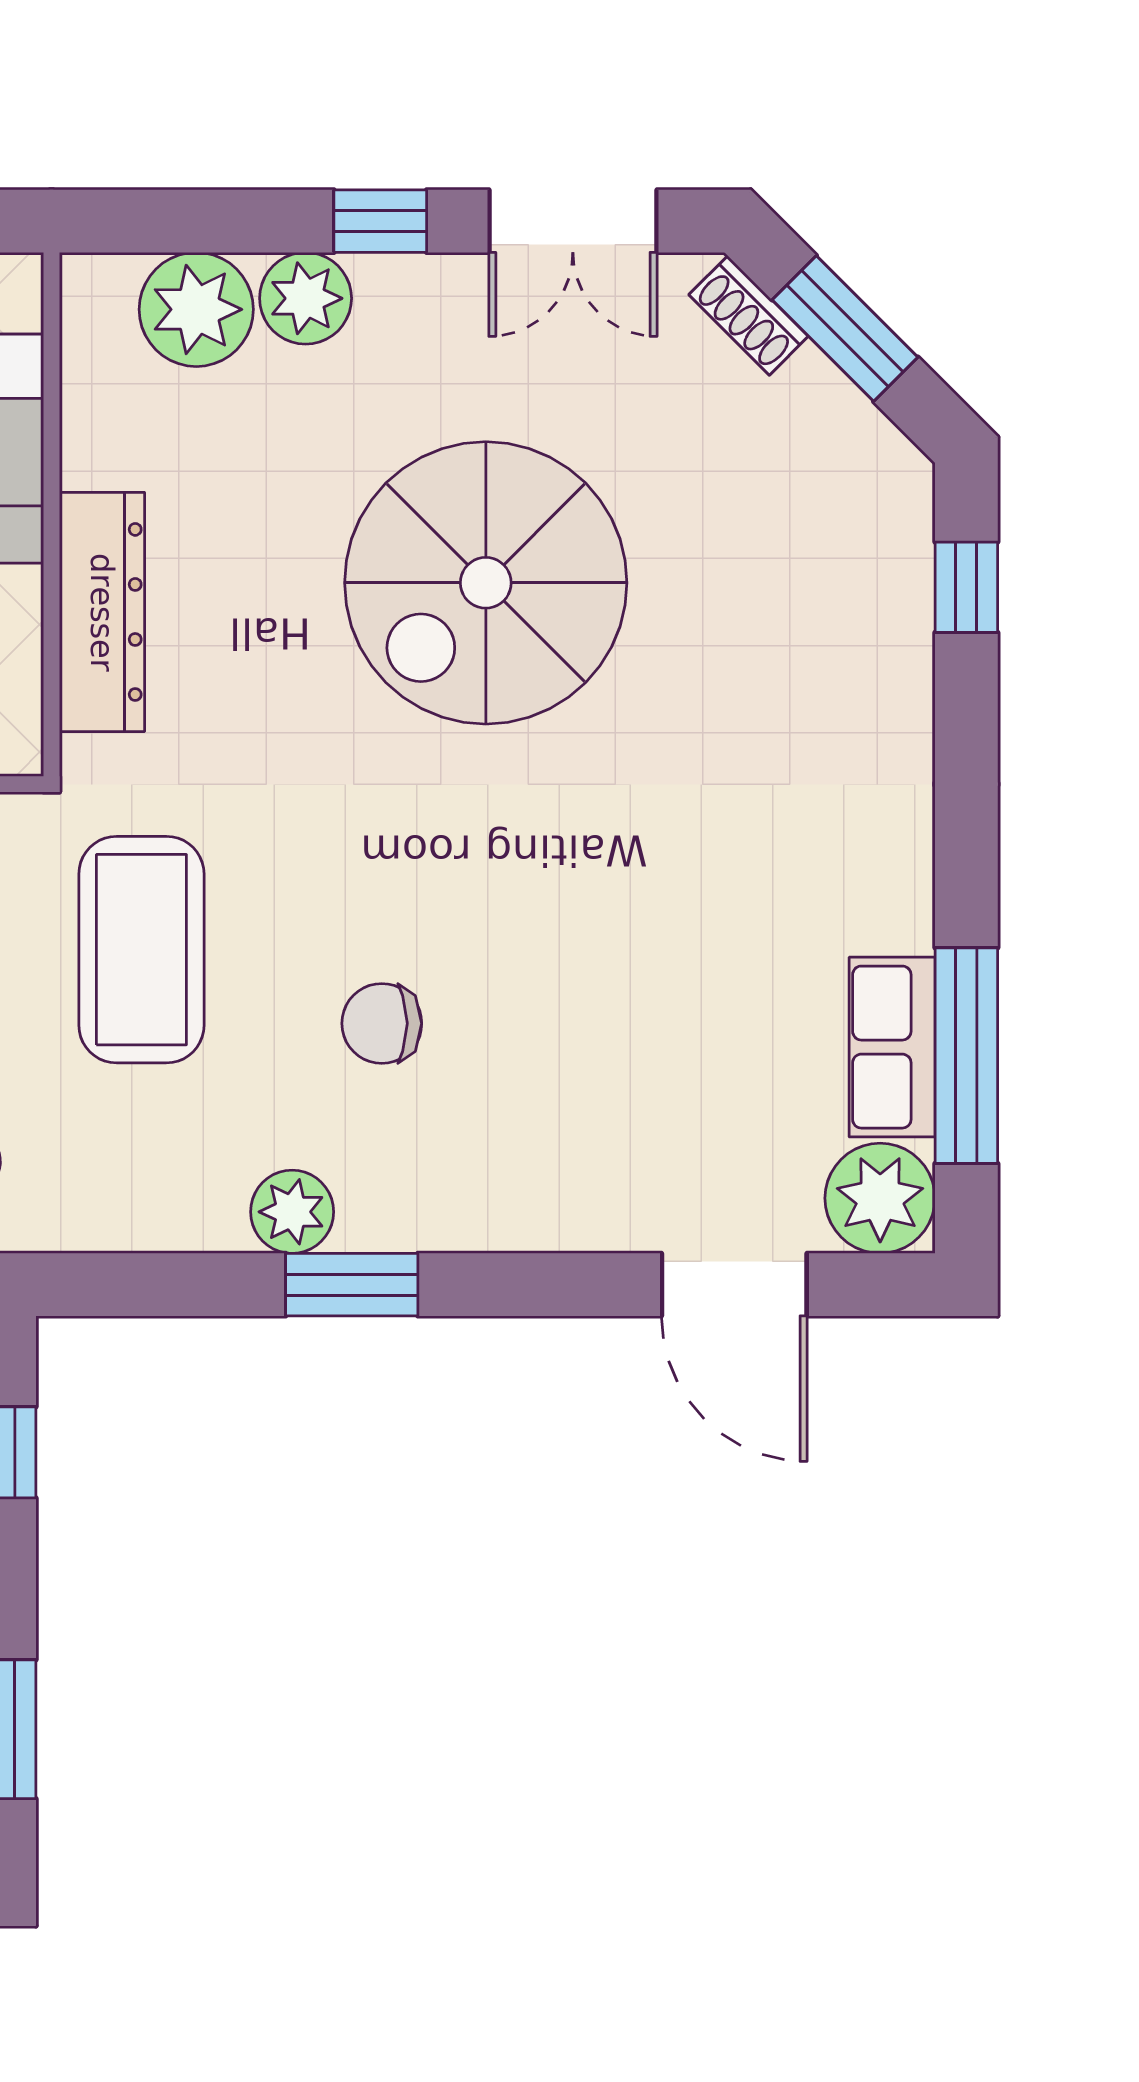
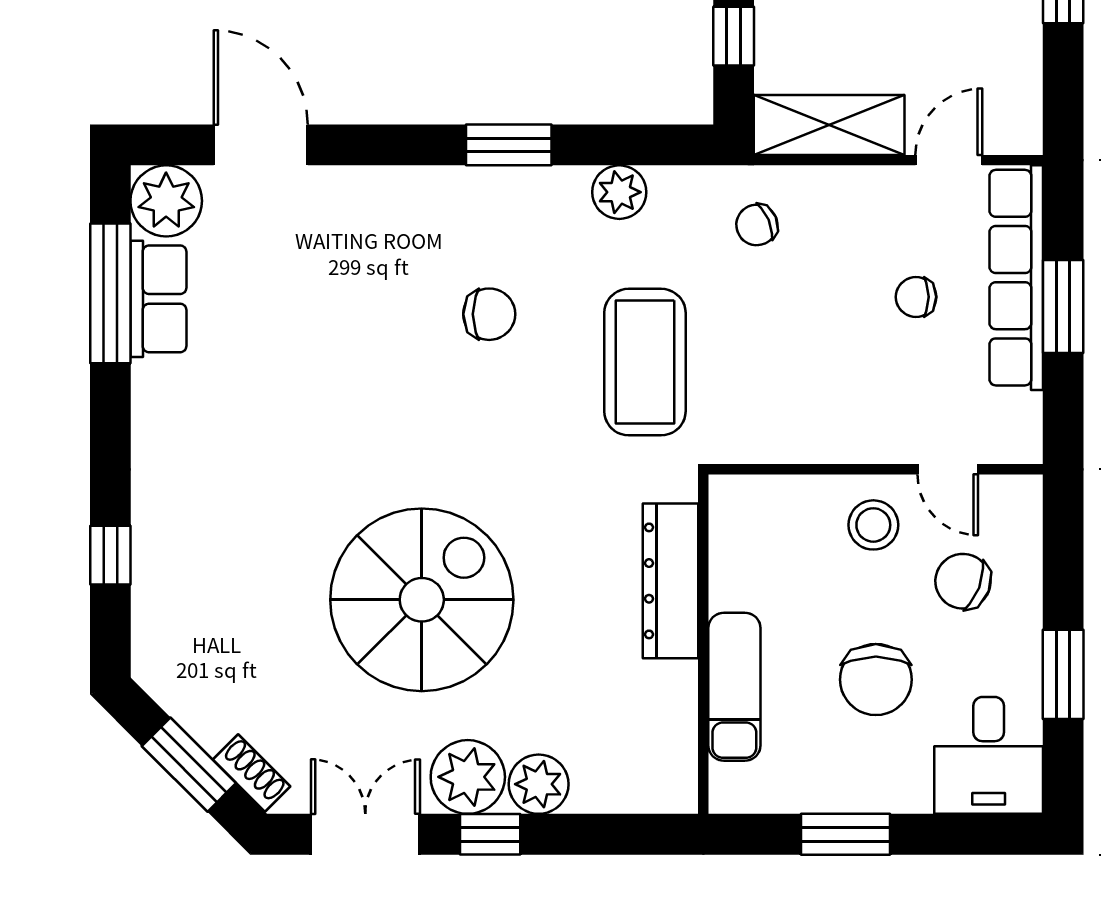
plant: (196, 309) -> (468, 777), moved
window: (966, 587) -> (110, 555), moved
plant: (292, 1212) -> (619, 192), moved

